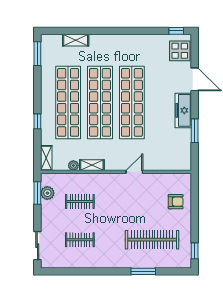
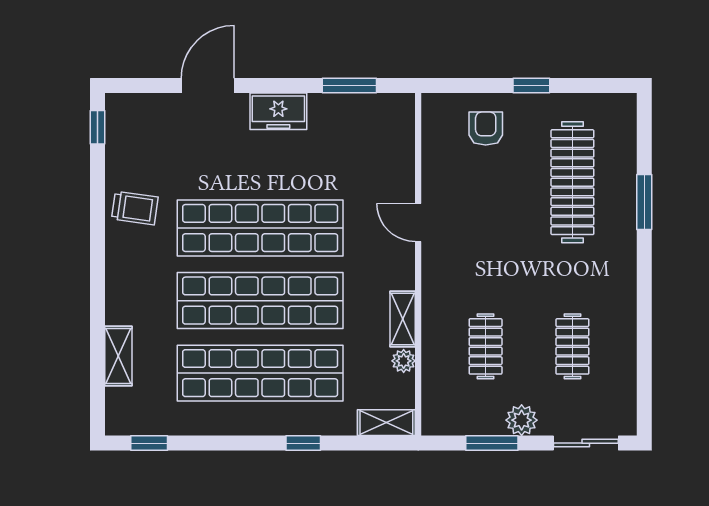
trolley: (141, 47) -> (135, 208), added
display table: (180, 51) -> (143, 119), removed
window: (37, 54) -> (149, 443), width x0.67
freezer: (183, 110) -> (278, 111), width x0.71
window: (195, 131) -> (349, 86), moved
window: (37, 193) -> (492, 443), moved
plant: (47, 193) -> (522, 420), moved
window: (195, 251) -> (531, 86), moved

